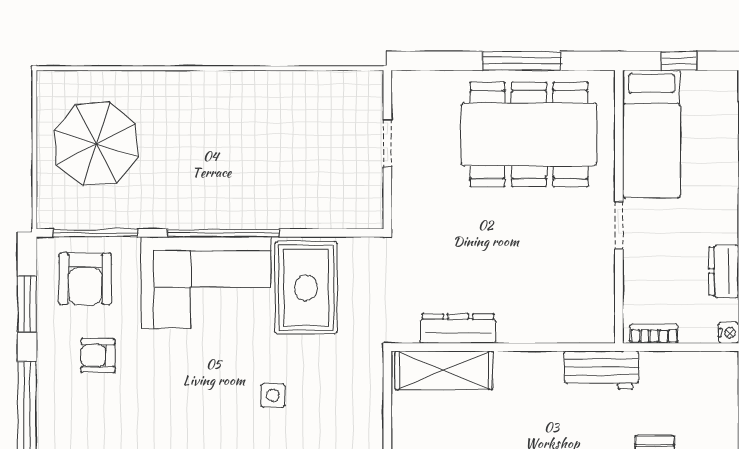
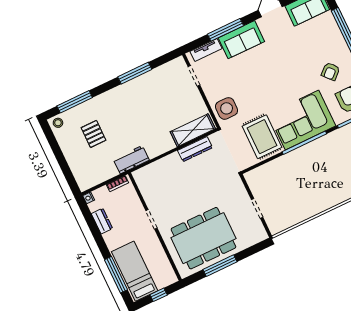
bed: (651, 134) -> (135, 271), moved
armchair: (98, 356) -> (331, 71), turned 138
side table: (273, 395) -> (227, 108), moved, width x1.87, depth x1.87

